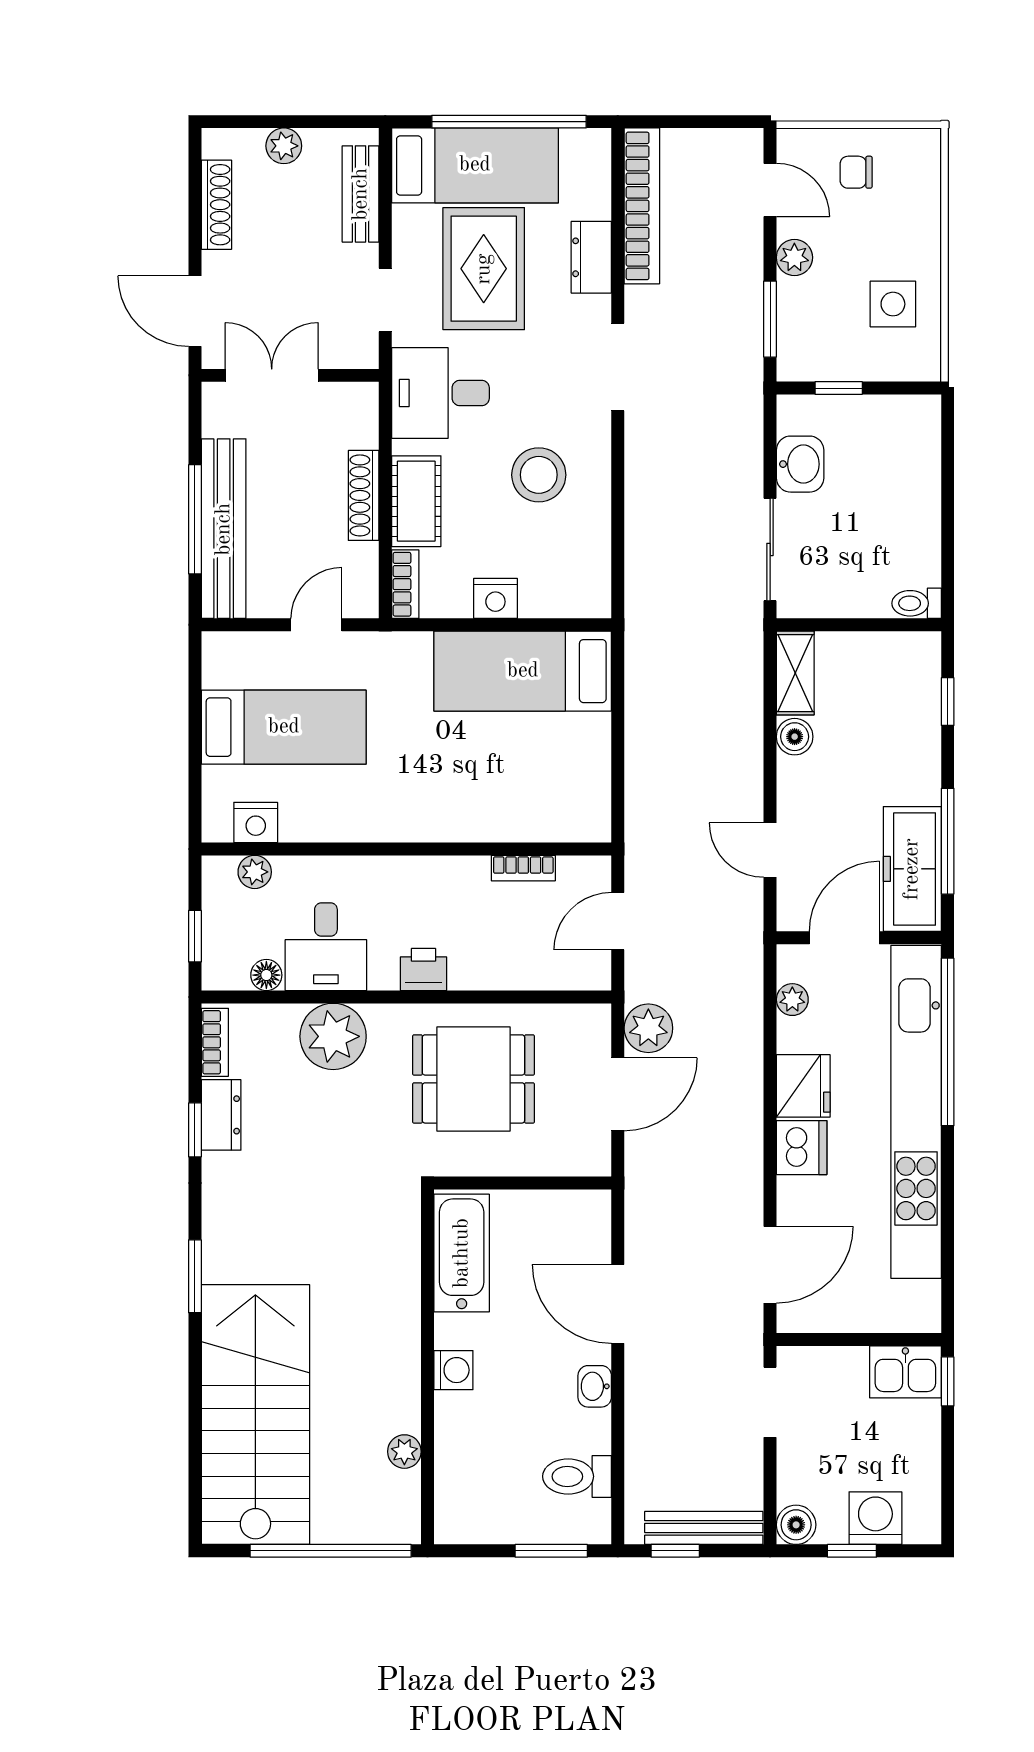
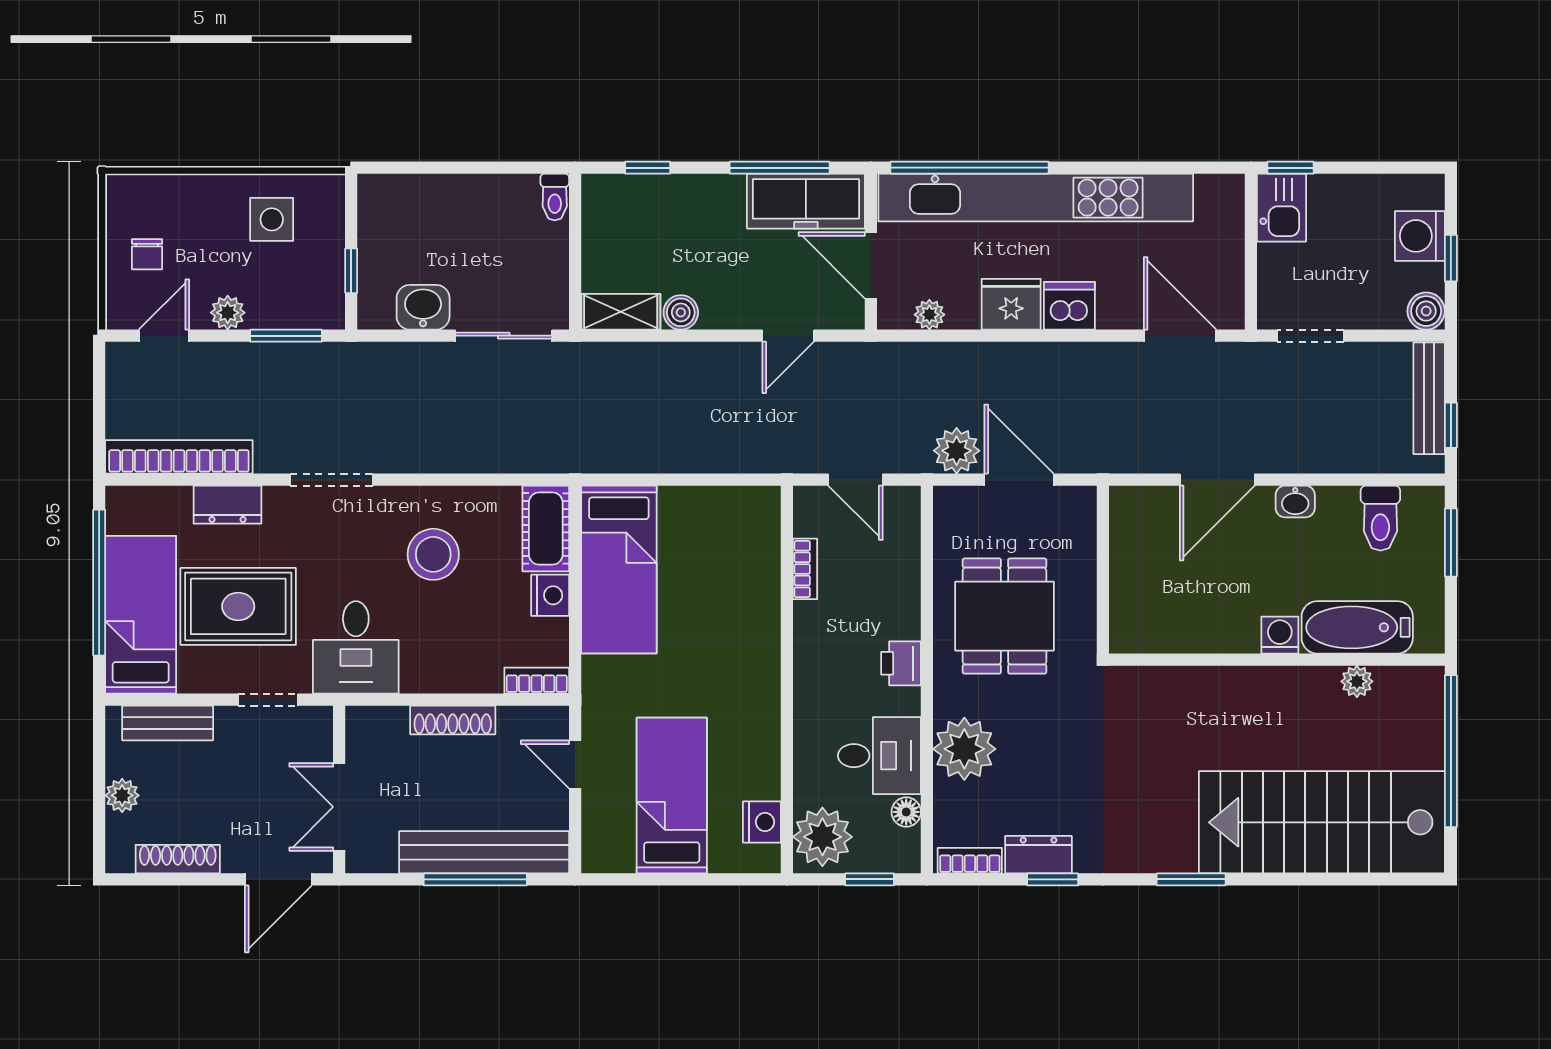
cot: (416, 501) -> (546, 529), moved, turned 90
plant: (255, 872) -> (822, 837), width x1.87, depth x1.87
bathtub: (462, 1253) -> (1357, 627), moved

